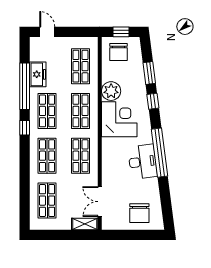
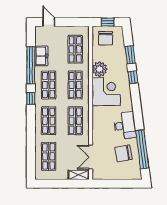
window: (160, 153) -> (142, 149), moved
chair: (139, 213) -> (123, 153), moved, turned 80

